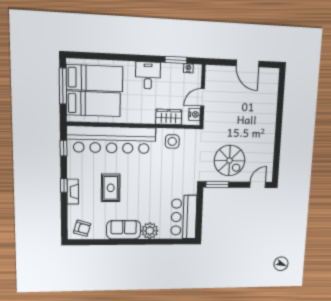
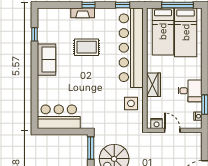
desk: (148, 75) -> (190, 91), moved
wardrobe: (169, 117) -> (153, 85), moved
armchair: (82, 228) -> (48, 21), removed
plant: (150, 231) -> (45, 84), removed
window: (97, 242) -> (34, 34), added

